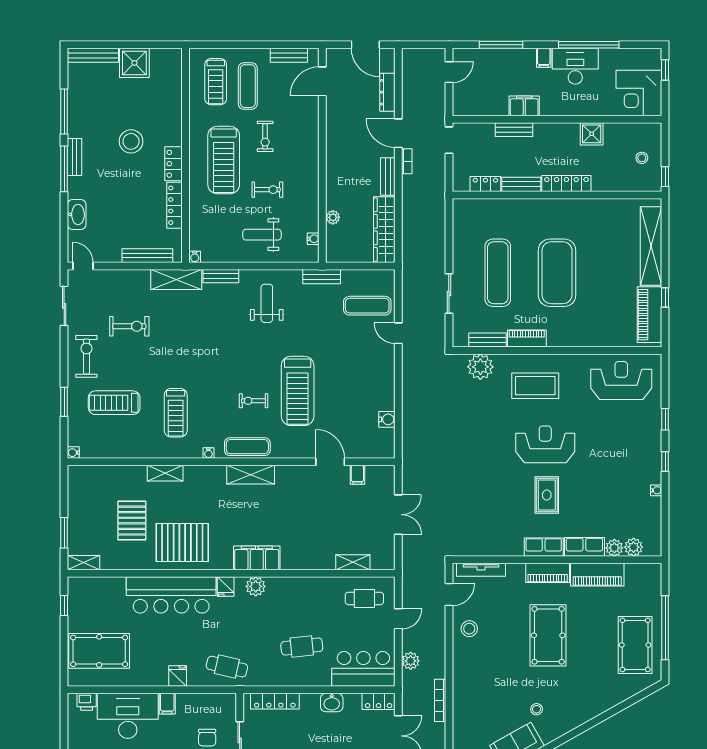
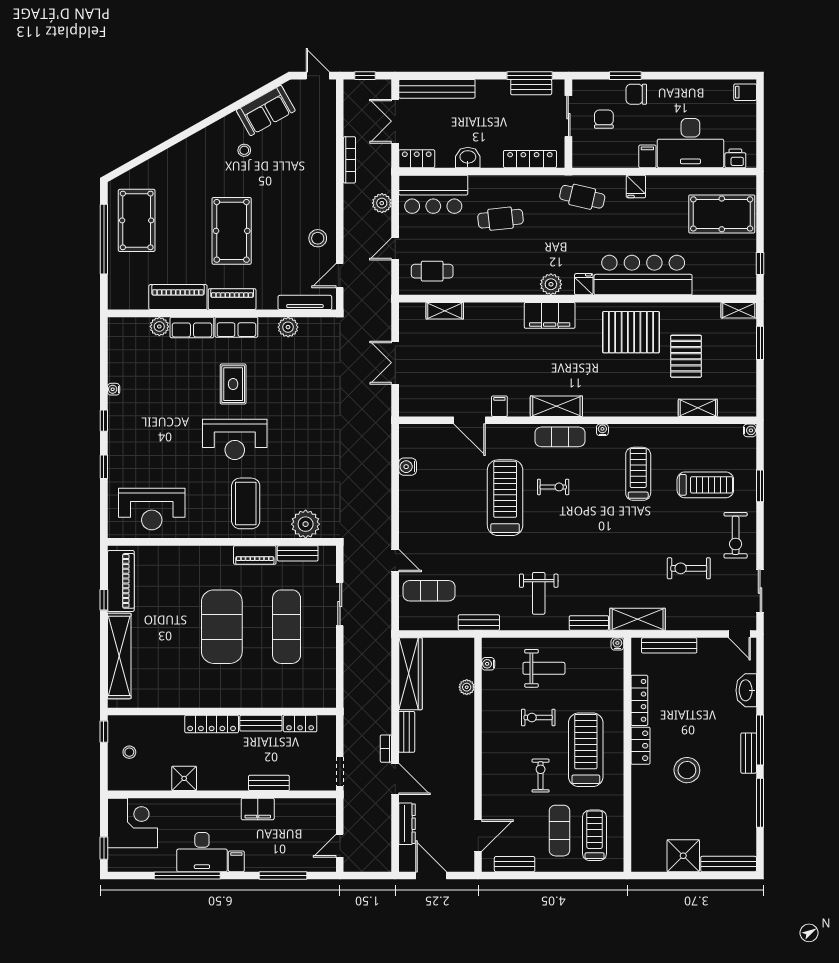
coffee table: (535, 386) -> (246, 503), turned 90
shelving: (165, 473) -> (698, 408), moved
filing cabinet: (357, 475) -> (499, 406), moved
plant: (634, 547) -> (288, 327), moved

